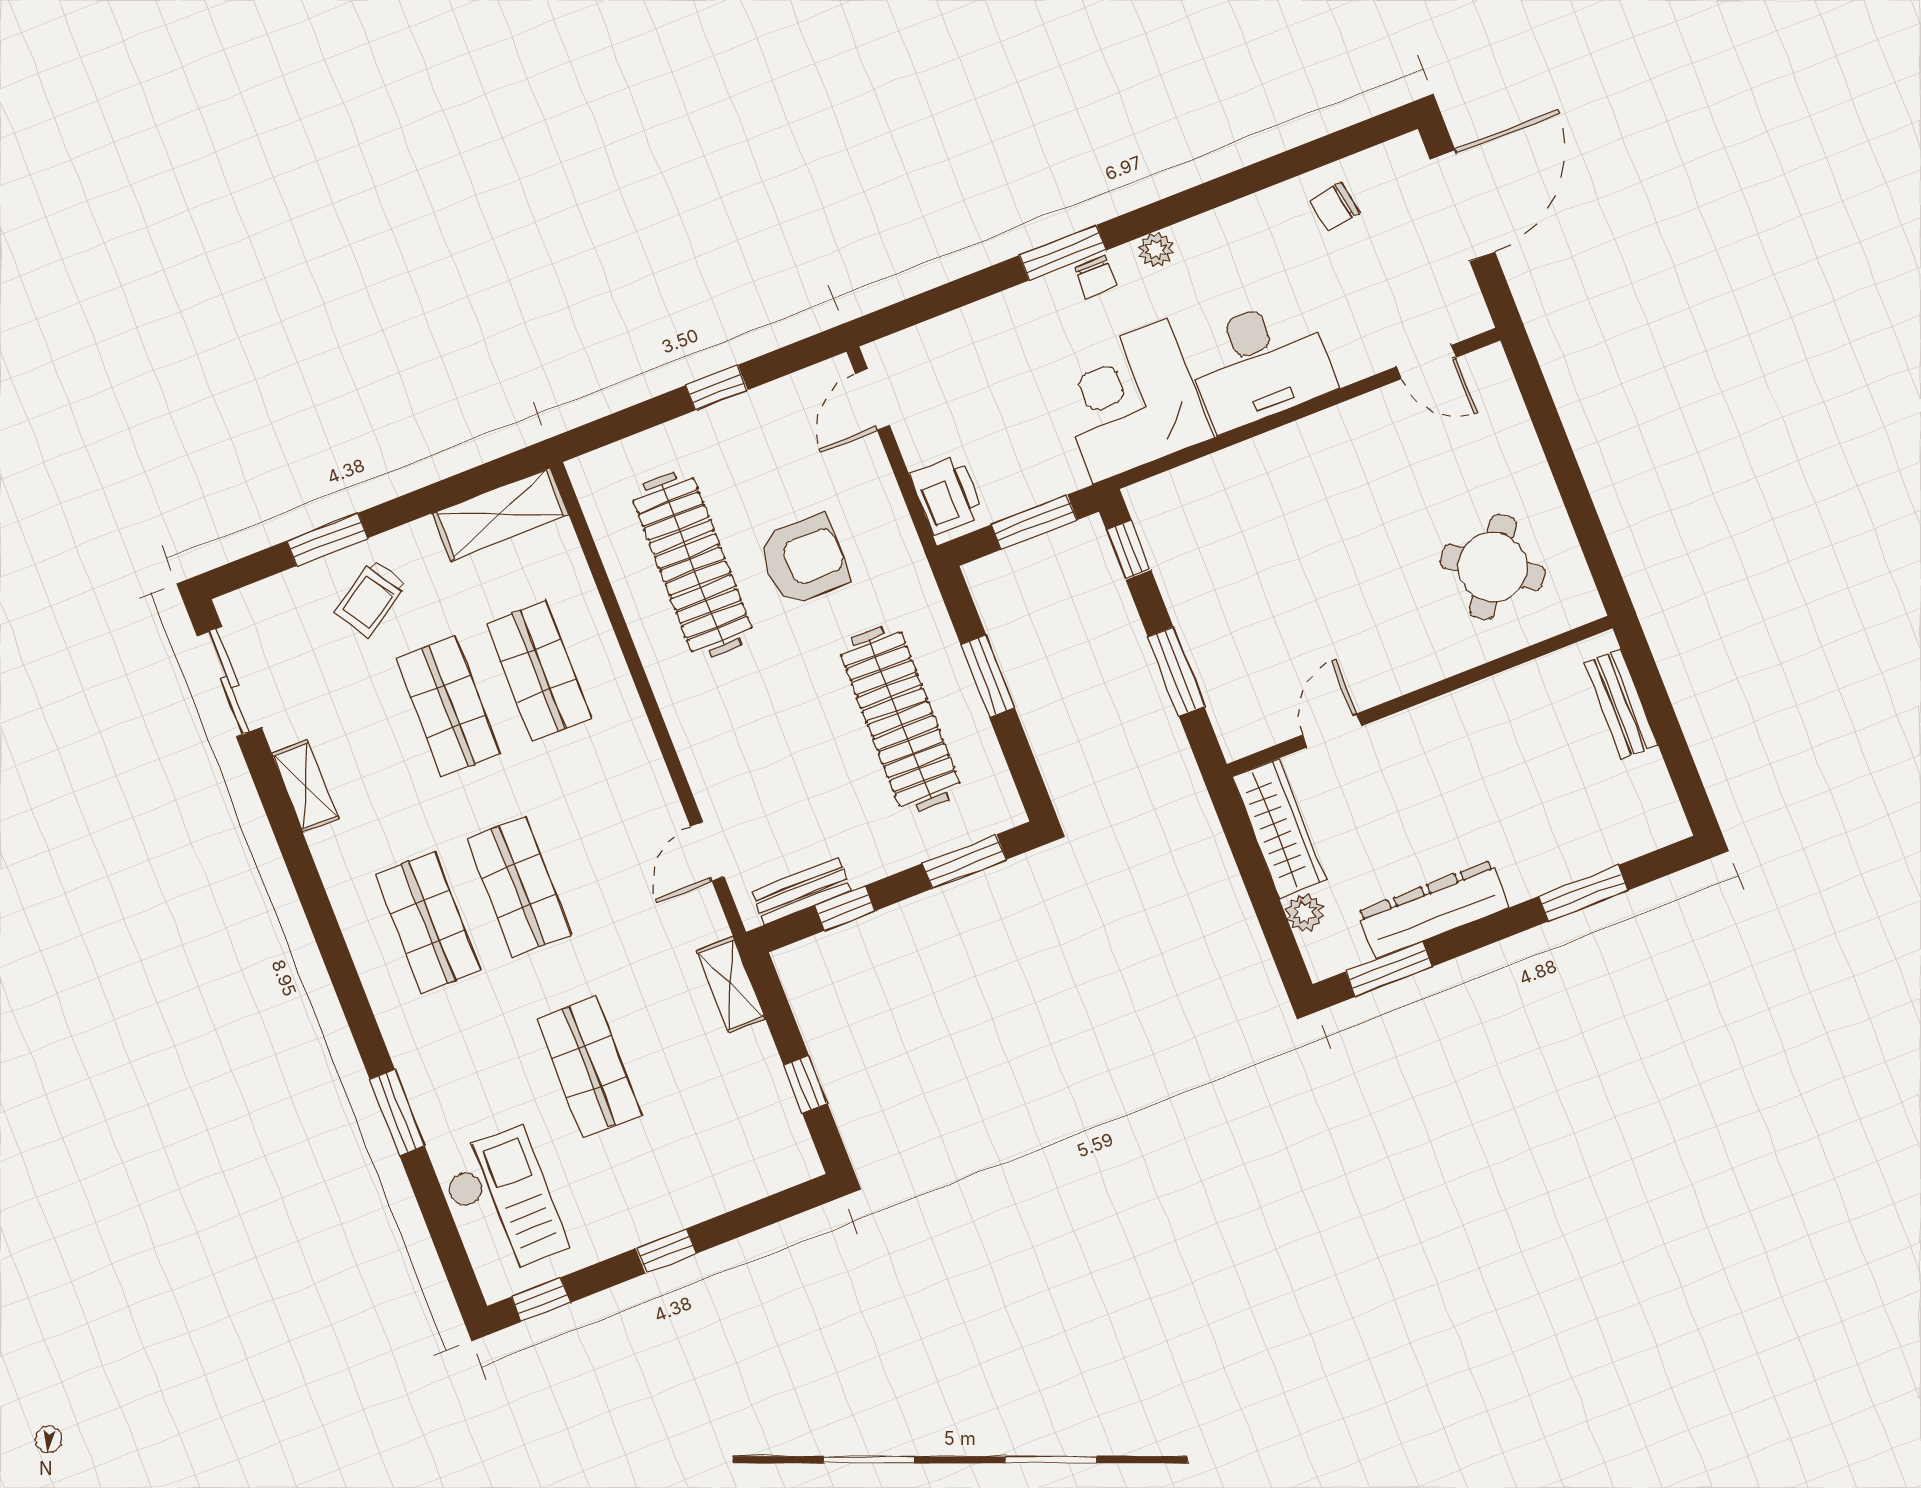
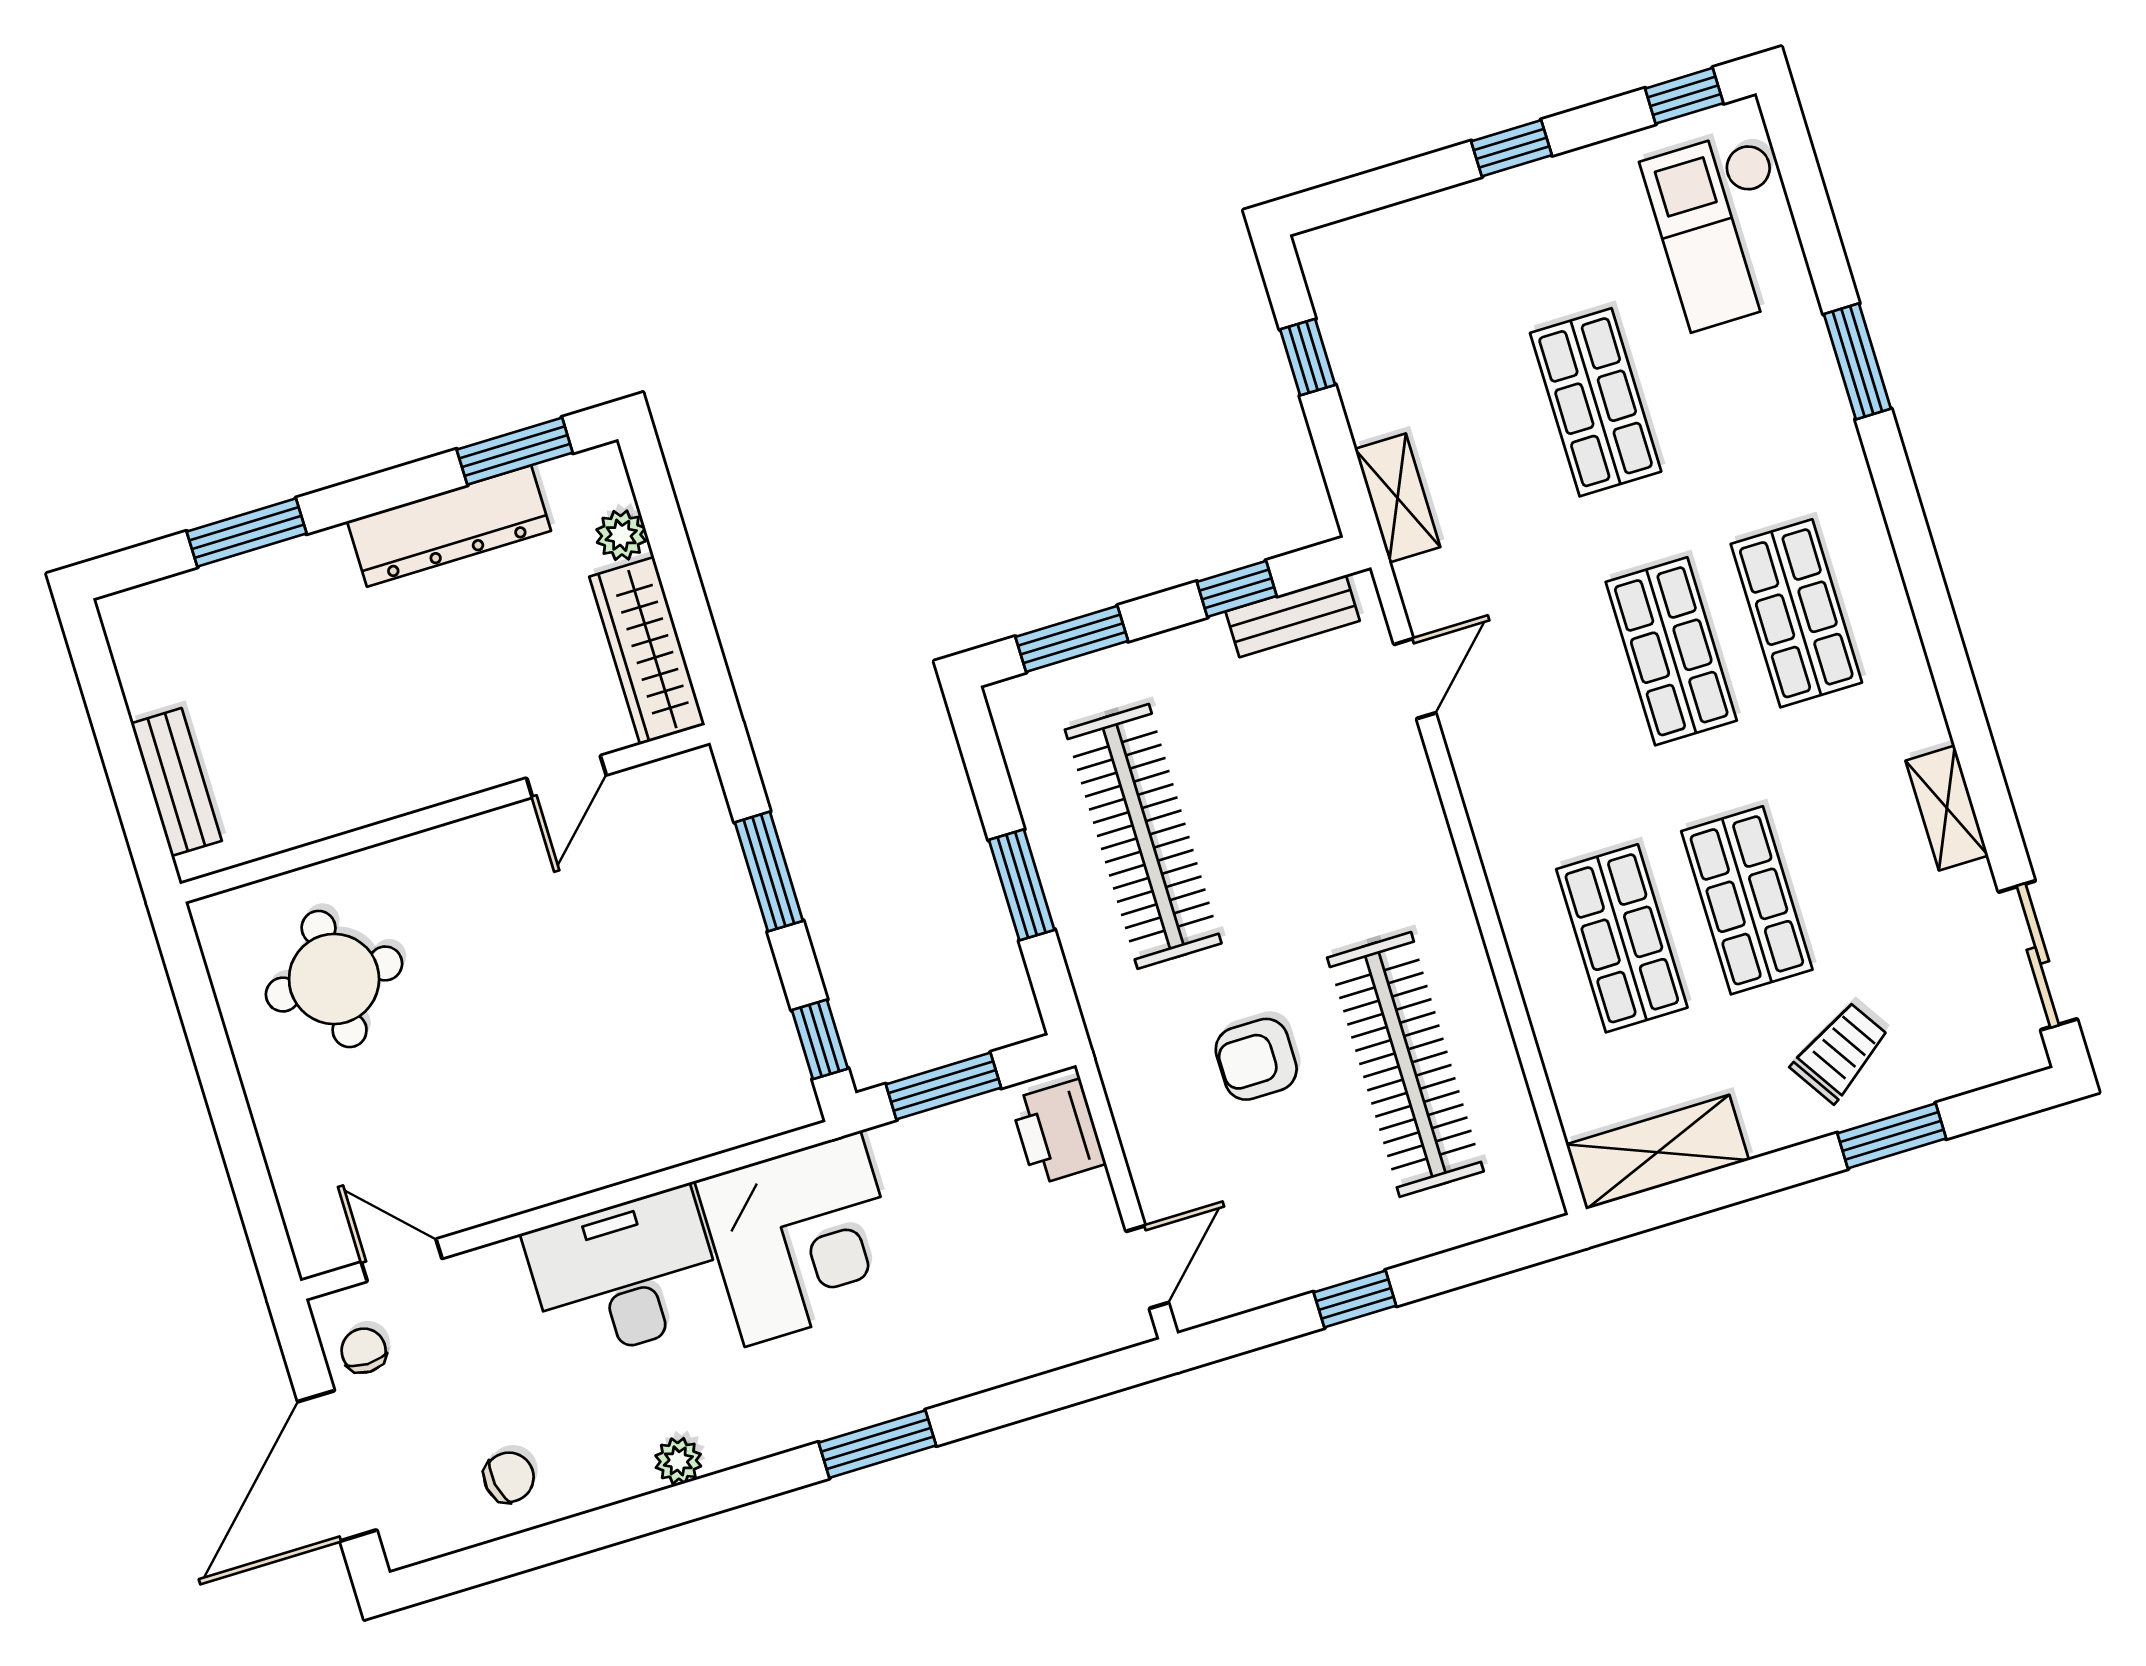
plant: (1156, 250) -> (678, 1461), moved
chair: (1096, 277) -> (364, 1351), moved
armchair: (804, 560) -> (1256, 1059), width x0.72, depth x0.72
round table: (1493, 567) -> (334, 979), turned -35

